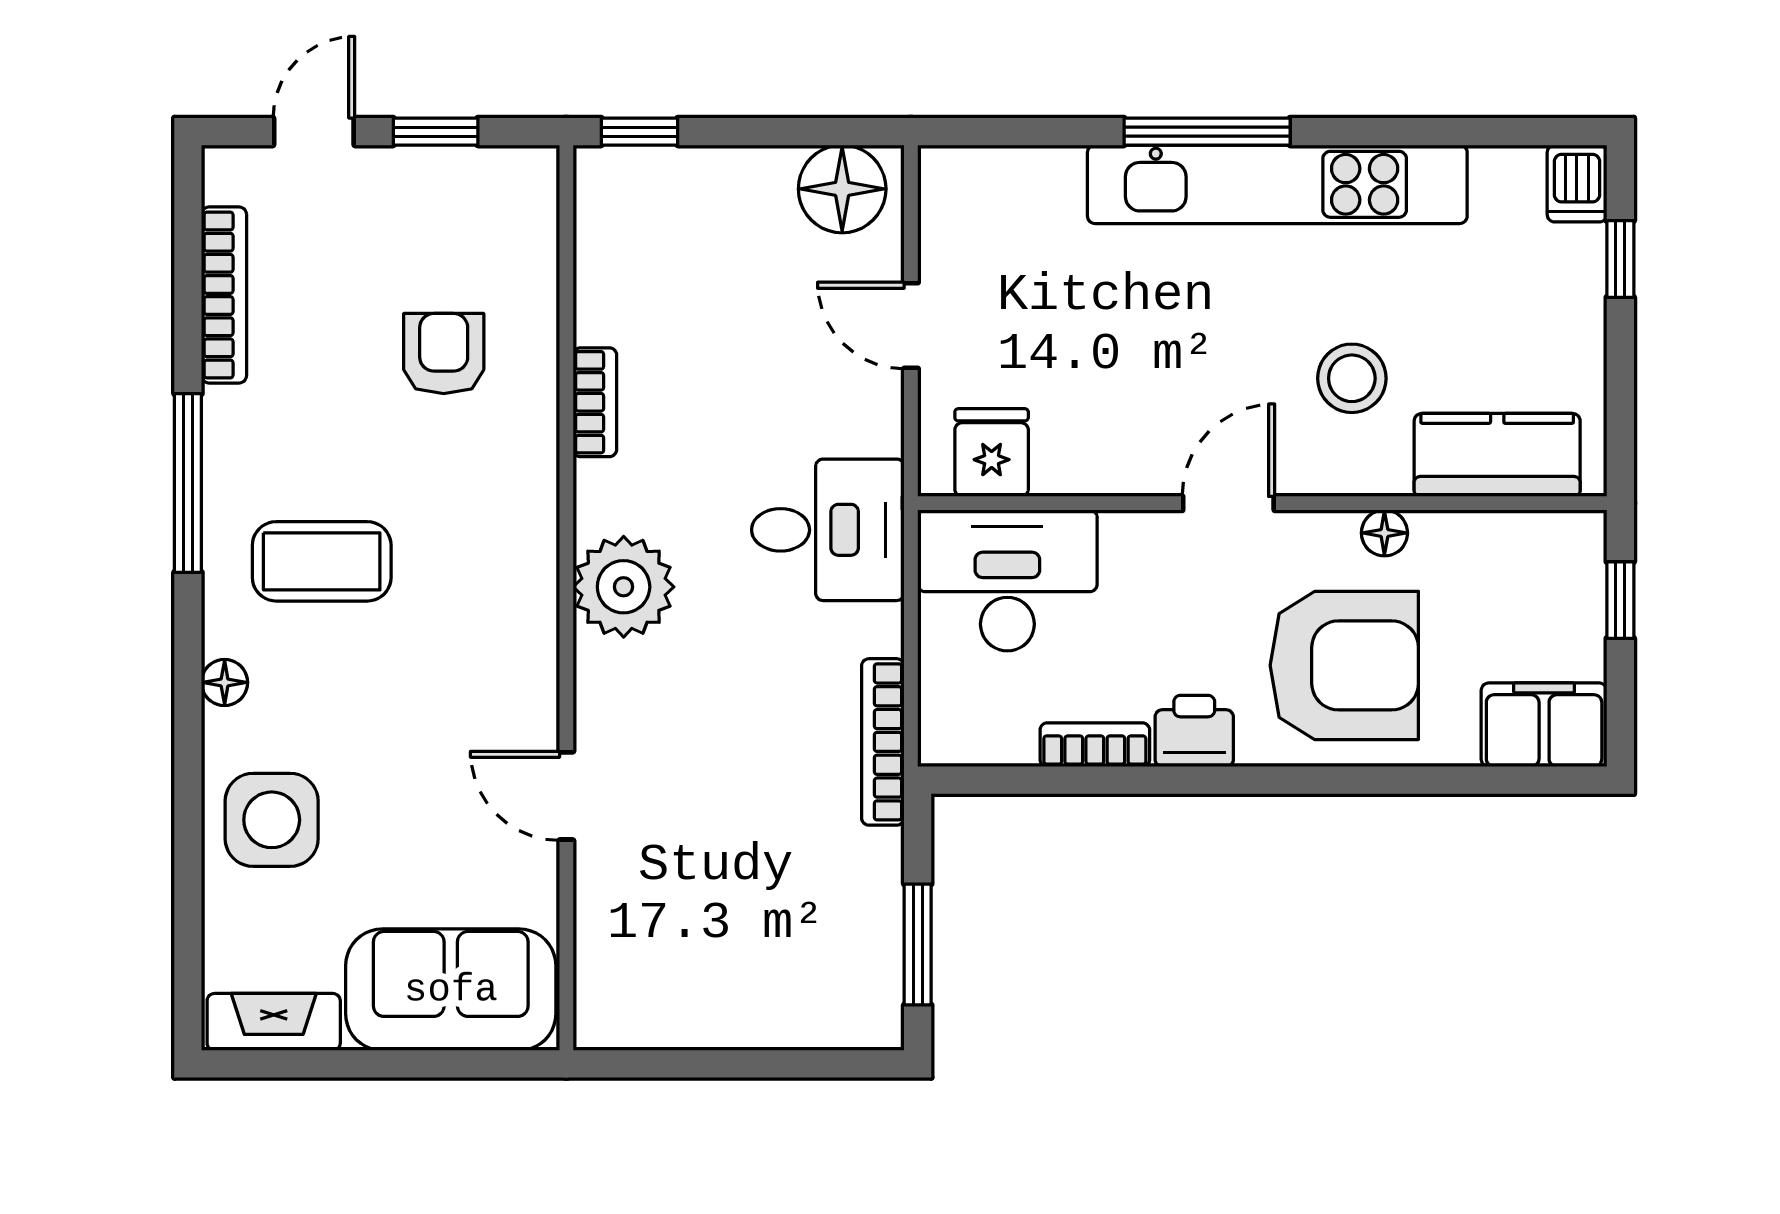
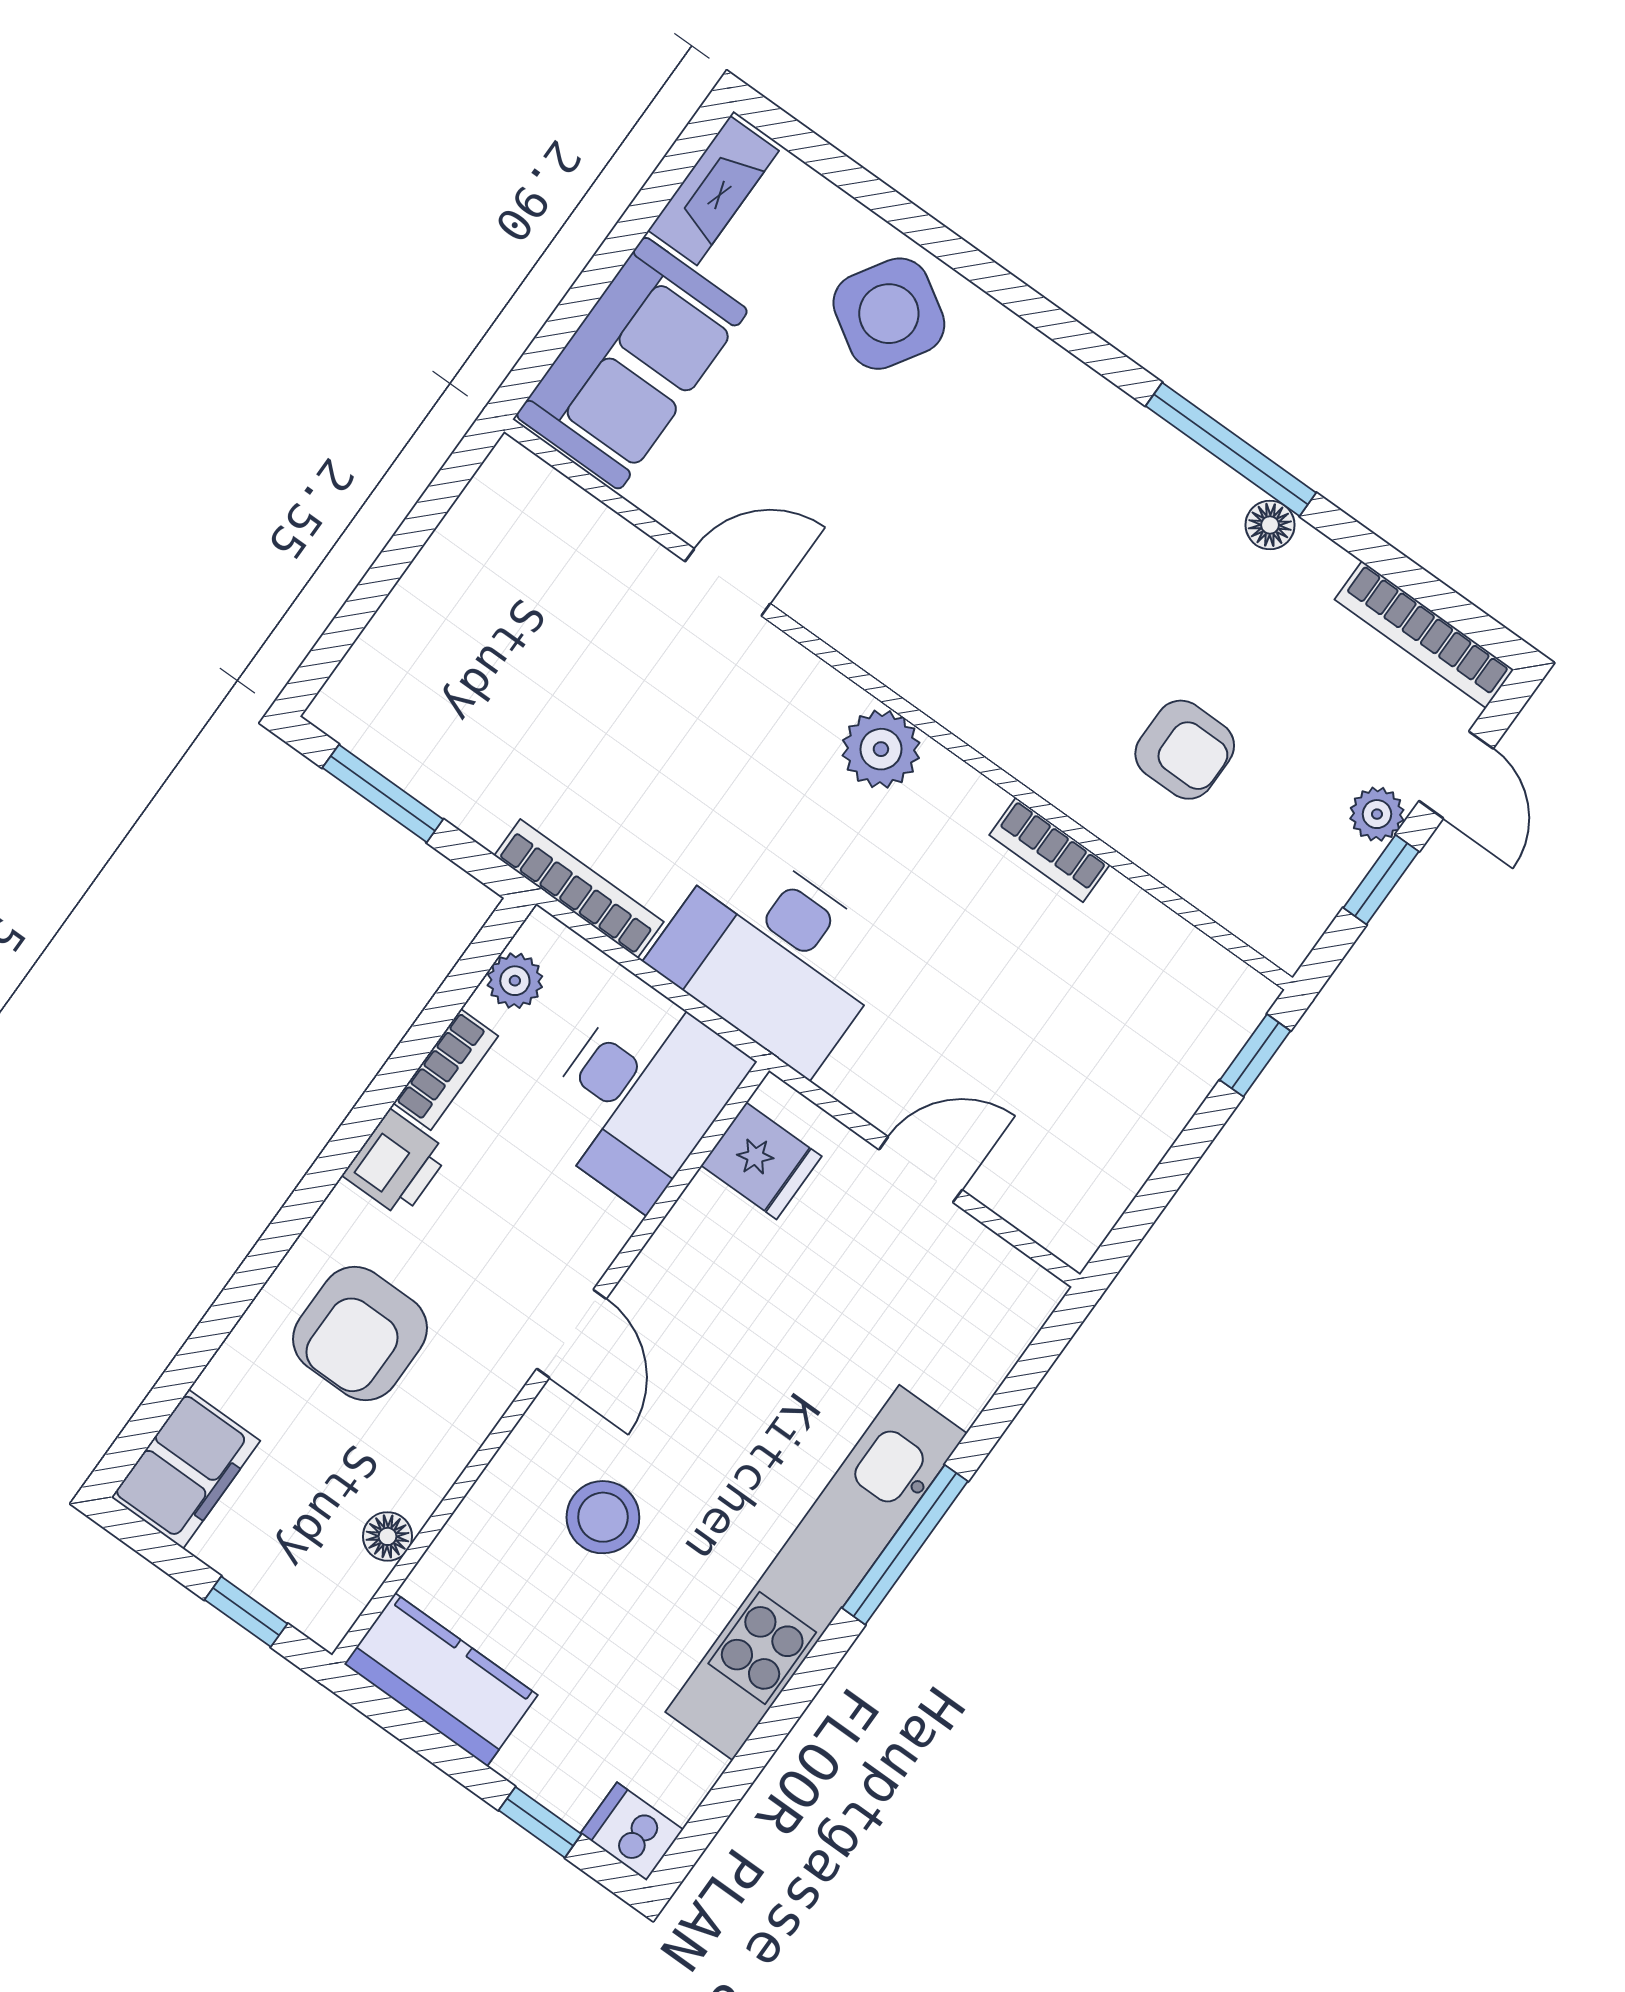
plant: (388, 171) -> (1377, 814), added
floor lamp: (842, 189) -> (1081, 1195), removed
bookcase: (224, 295) -> (1424, 635), moved
kitchen counter: (1497, 455) -> (441, 1680), moved, turned -90
desk: (828, 530) -> (773, 956), width x1.37
floor lamp: (1384, 533) -> (387, 1536), moved
coffee table: (322, 561) -> (1081, 516), removed
plant: (624, 587) -> (881, 749), width x0.73, depth x0.73
armchair: (1344, 665) -> (360, 1334), width x0.73, depth x0.73
floor lamp: (225, 682) -> (1270, 525), moved
plant: (989, 740) -> (515, 981), added
side table: (272, 820) -> (889, 314), turned 32

